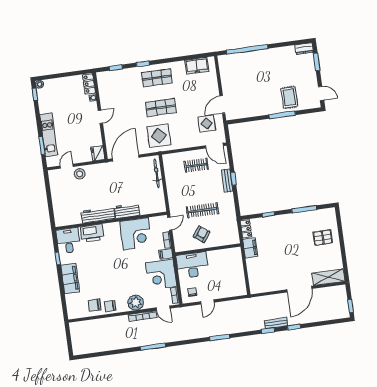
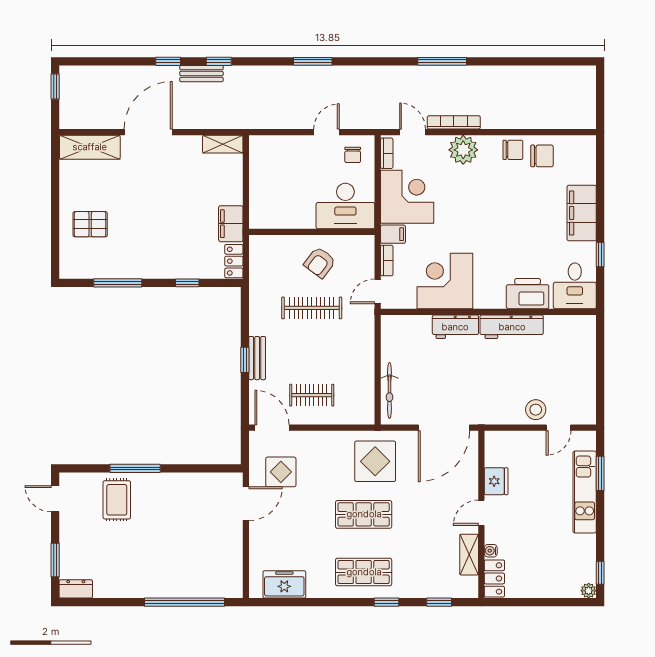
shelving: (104, 94) -> (469, 555), added
fridge: (98, 153) -> (496, 481), moved
shelving: (260, 288) -> (223, 144), added

